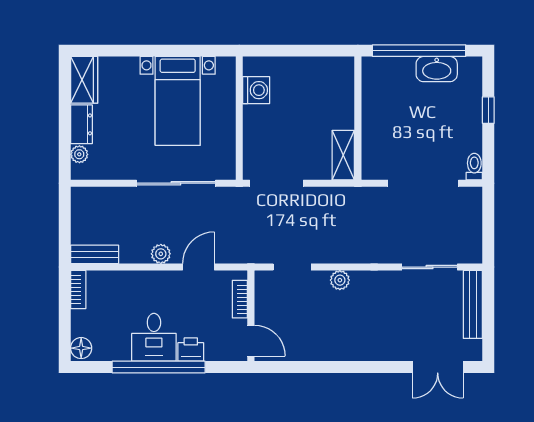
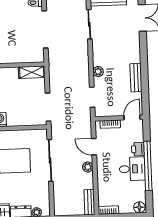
bench: (326, 351) -> (136, 78), added

